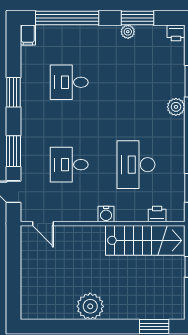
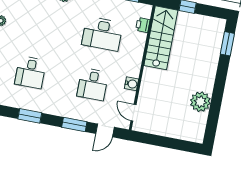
water cooler: (106, 214) -> (131, 84), moved
door: (43, 224) -> (133, 113), swing flipped
plant: (90, 306) -> (200, 102), moved

